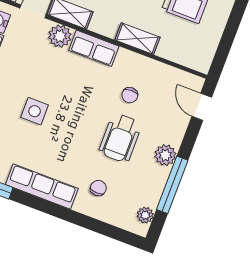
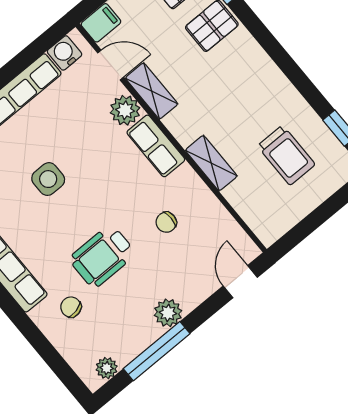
wheelchair: (120, 138) -> (102, 256), moved
chair: (98, 188) -> (71, 307), turned -106

